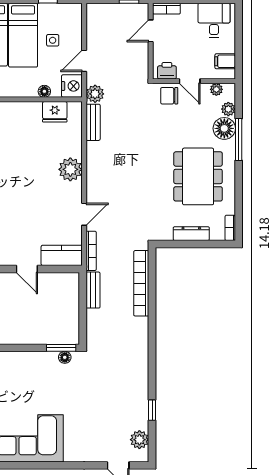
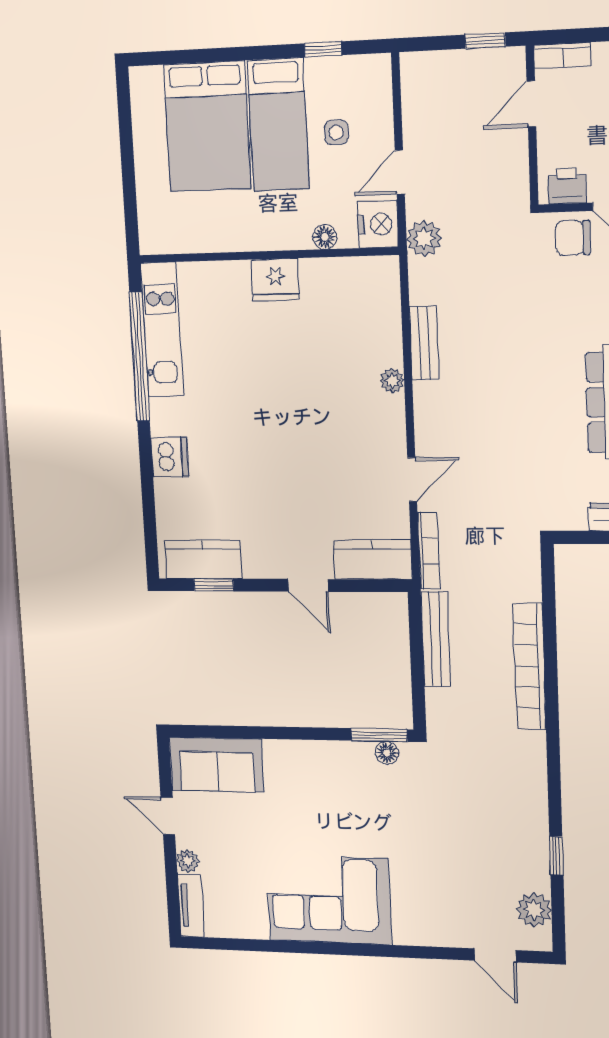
fridge: (55, 112) -> (275, 280), moved
bench: (93, 122) -> (424, 343), moved
plant: (70, 169) -> (392, 381), width x0.53, depth x0.53
bookcase: (141, 283) -> (530, 666), moved
bench: (93, 290) -> (436, 639), width x1.36

